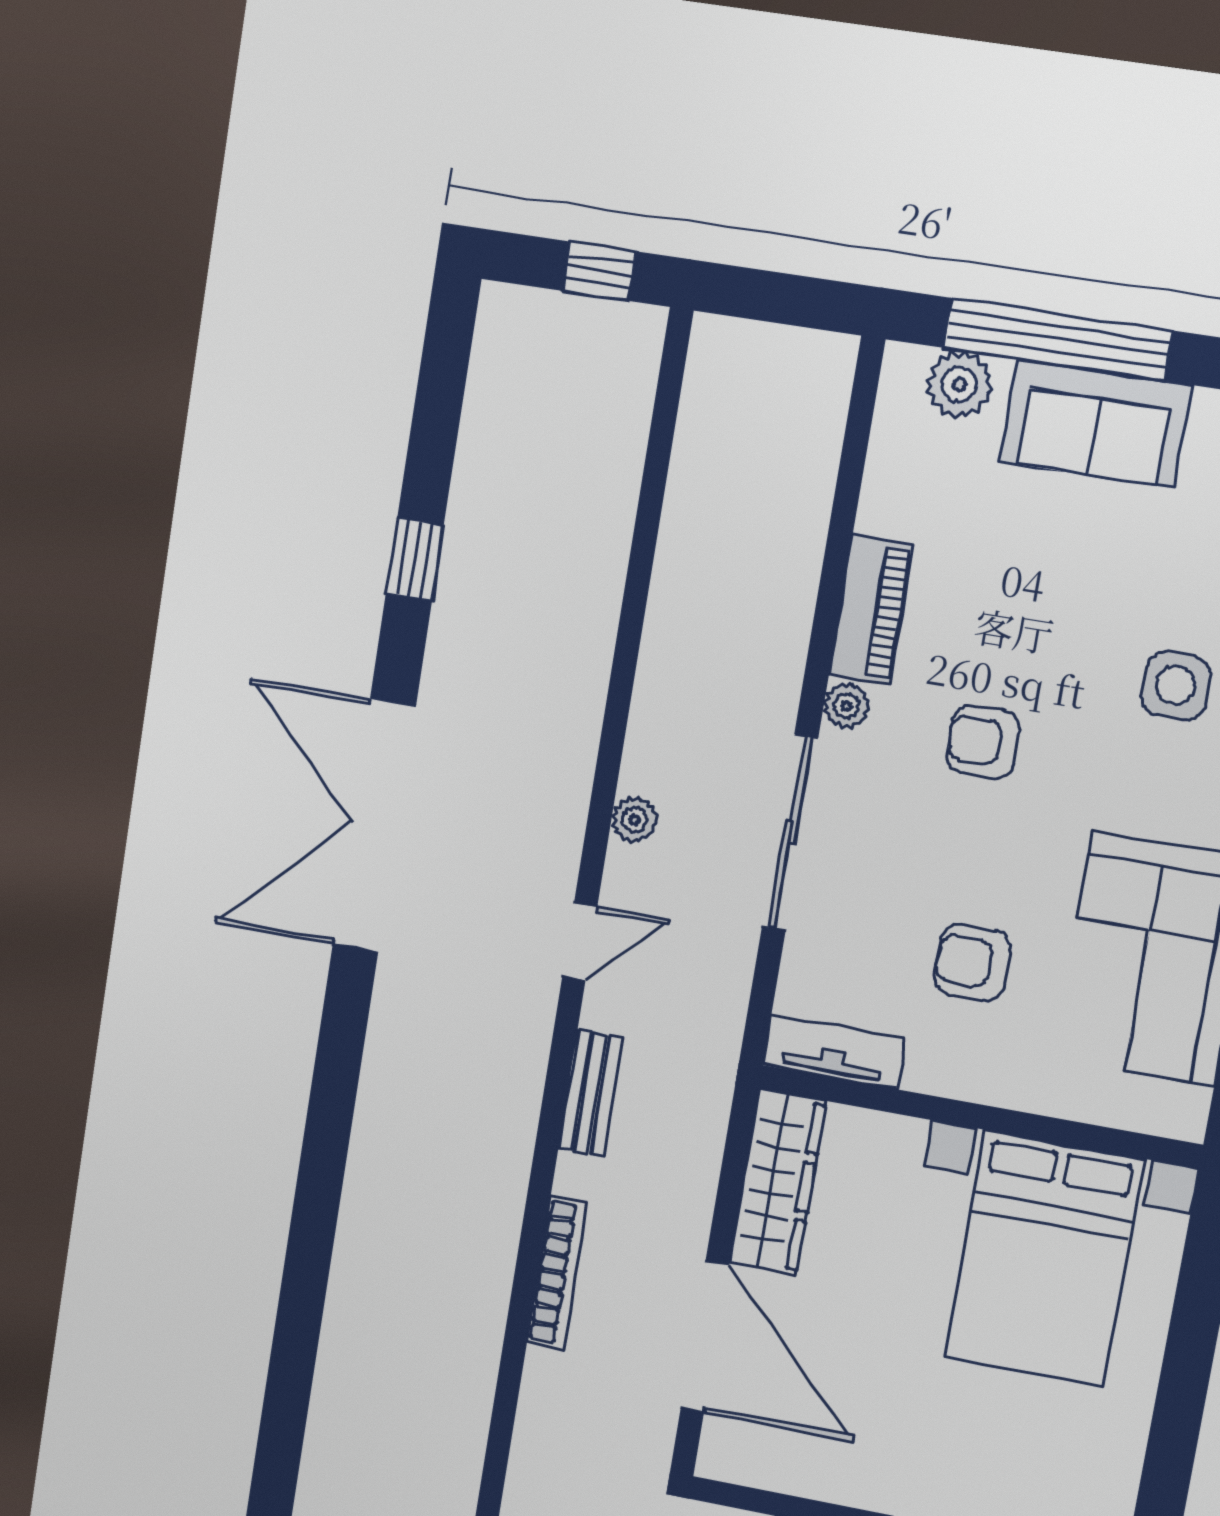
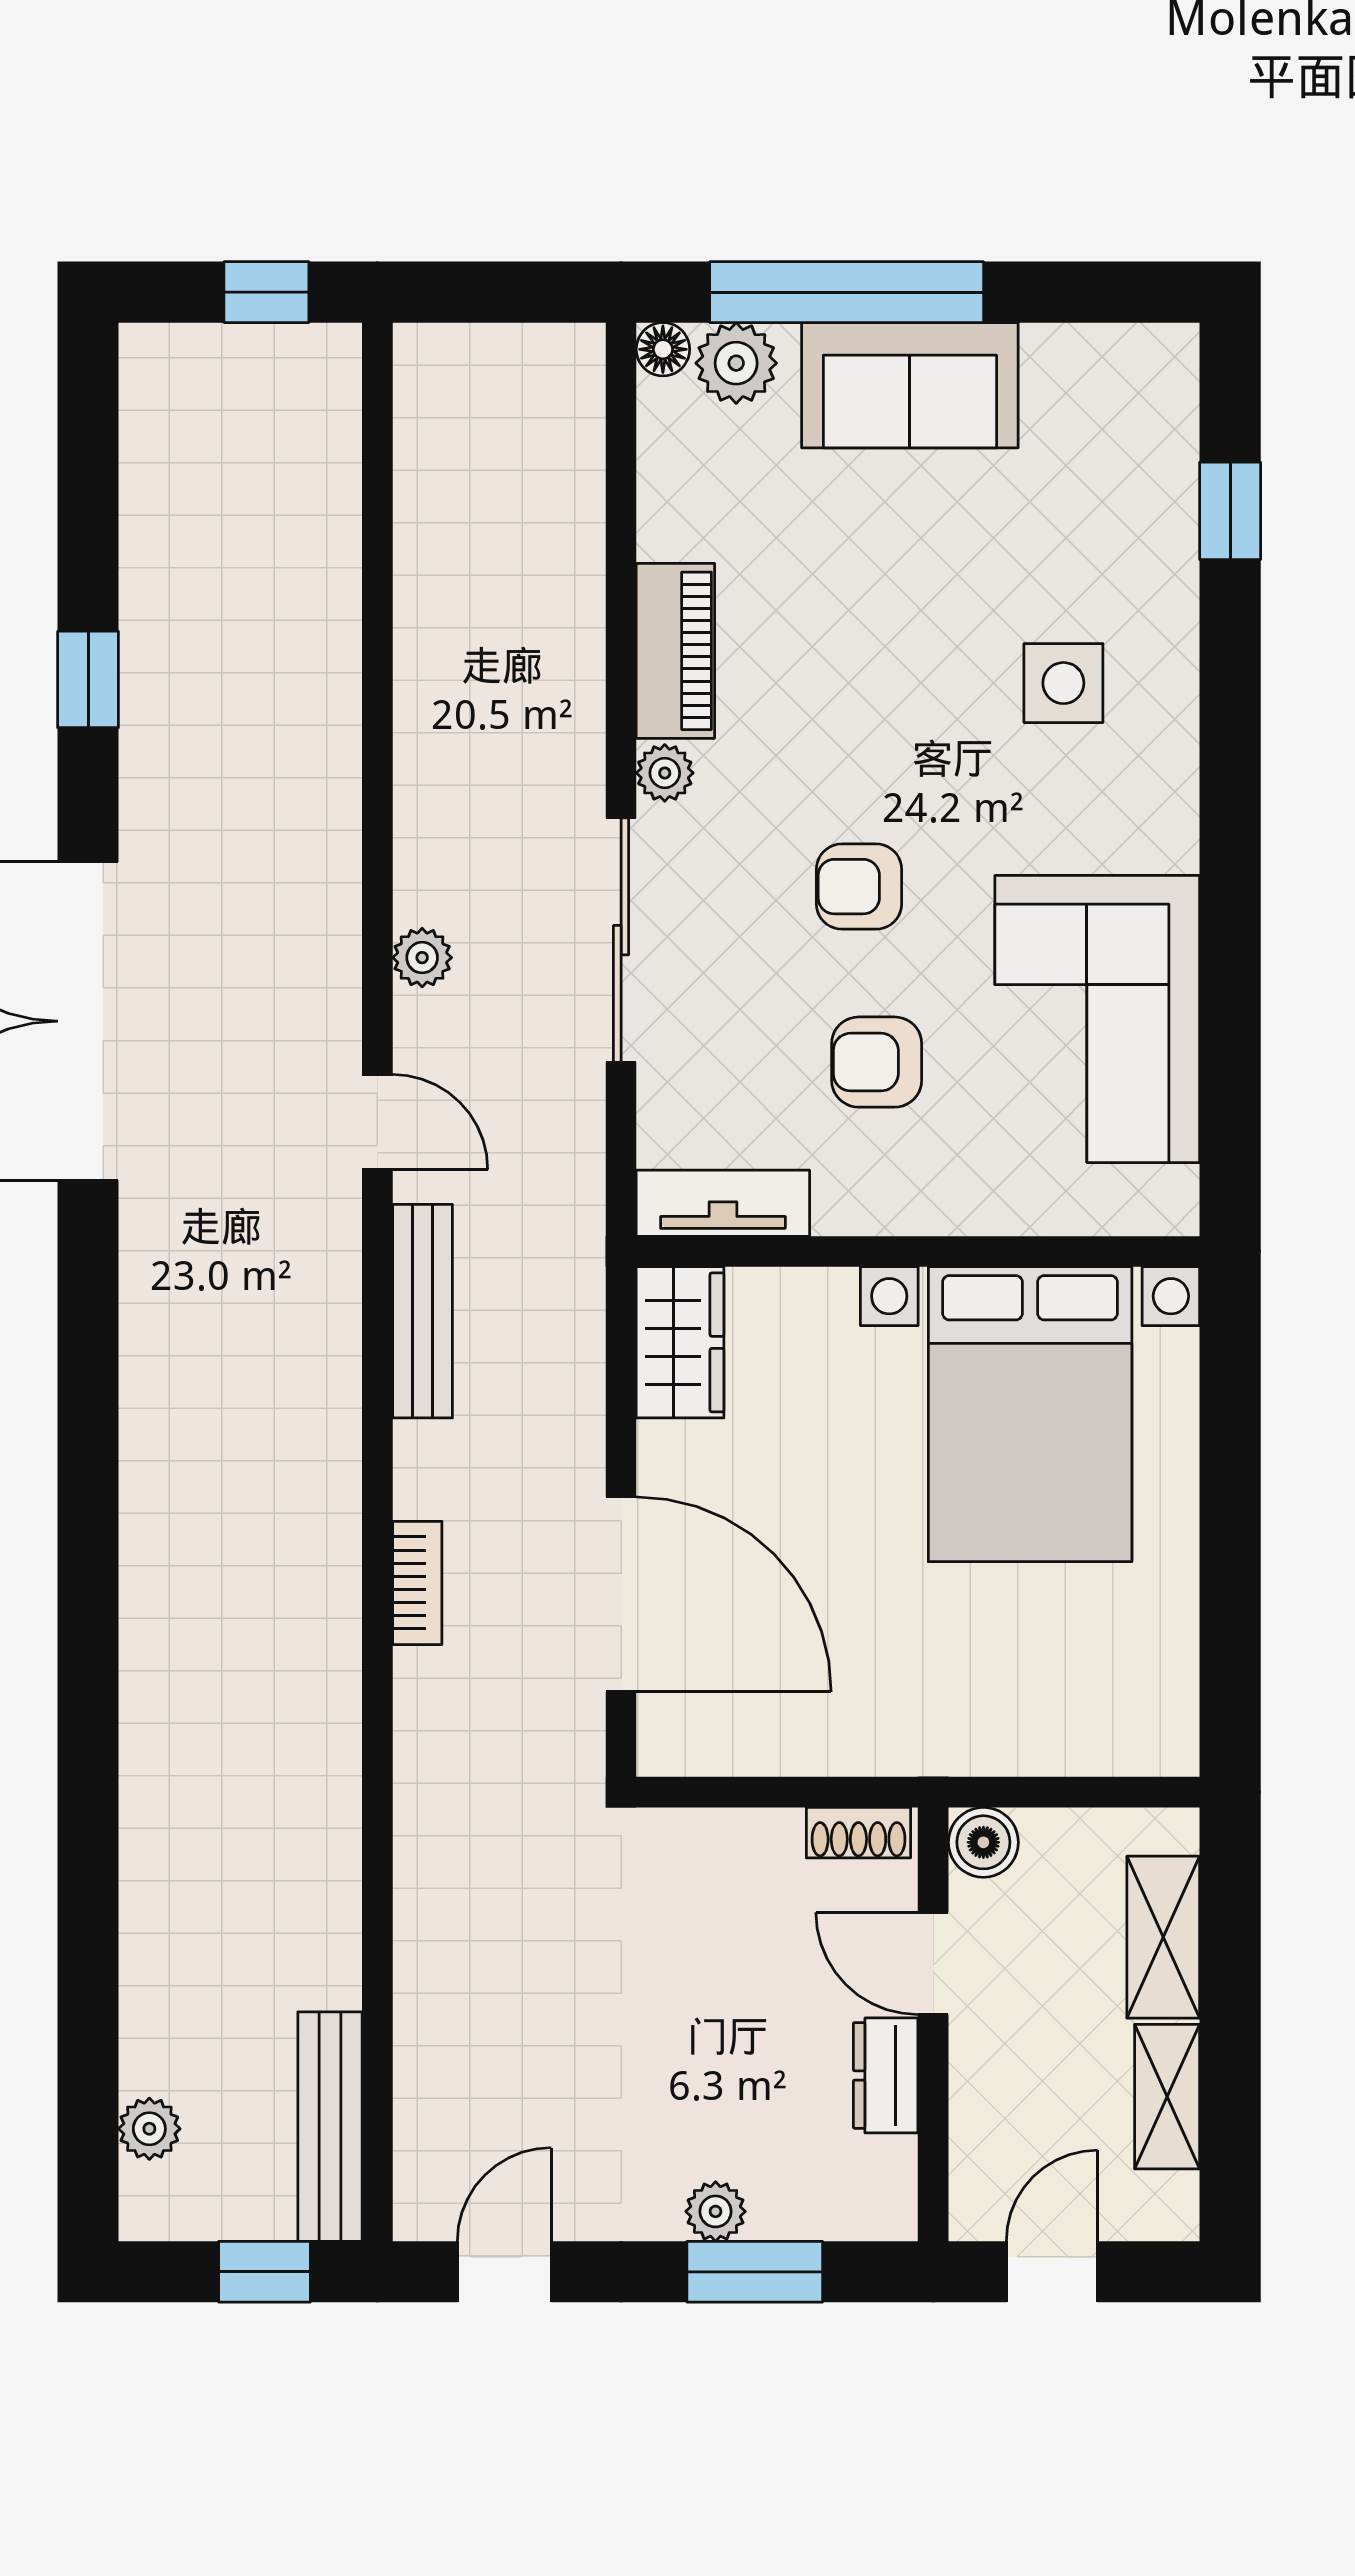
floor lamp: (903, 364) -> (663, 349), added
armchair: (983, 742) -> (859, 887), moved
door: (580, 942) -> (377, 1122), hinge flipped
bench: (590, 1093) -> (422, 1311), width x1.36
wardrobe: (778, 1182) -> (680, 1342), width x0.67
bookcase: (557, 1272) -> (417, 1583), width x0.64

